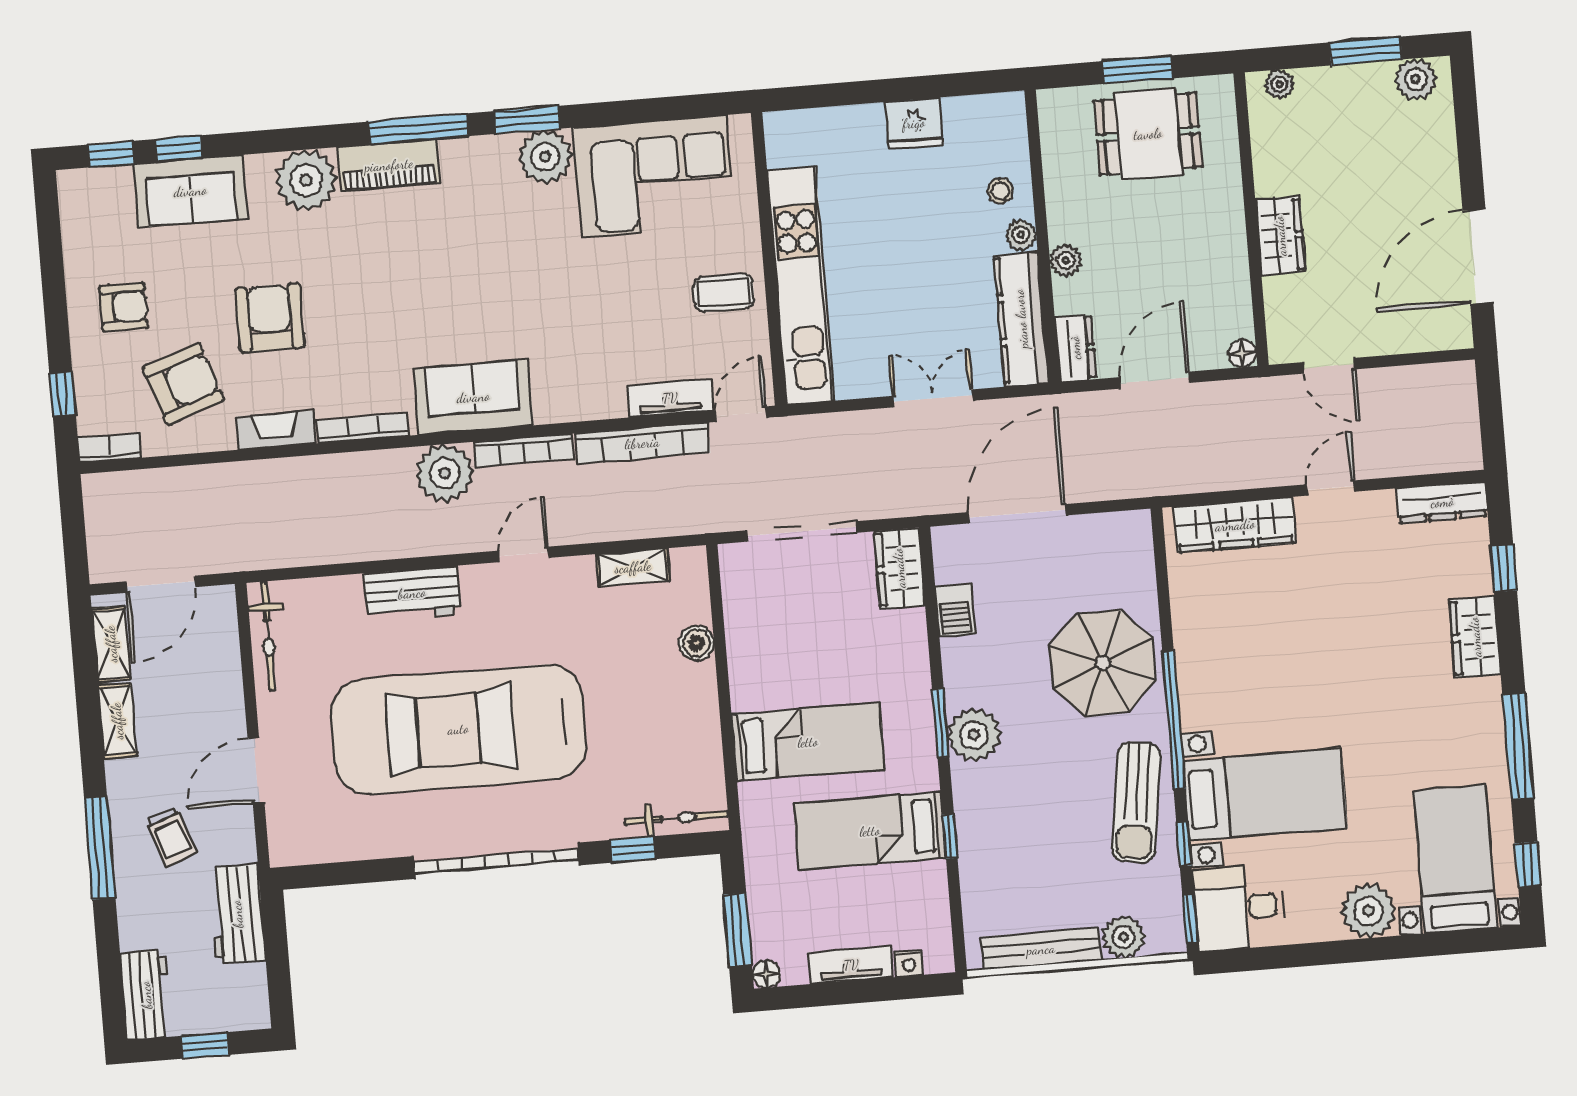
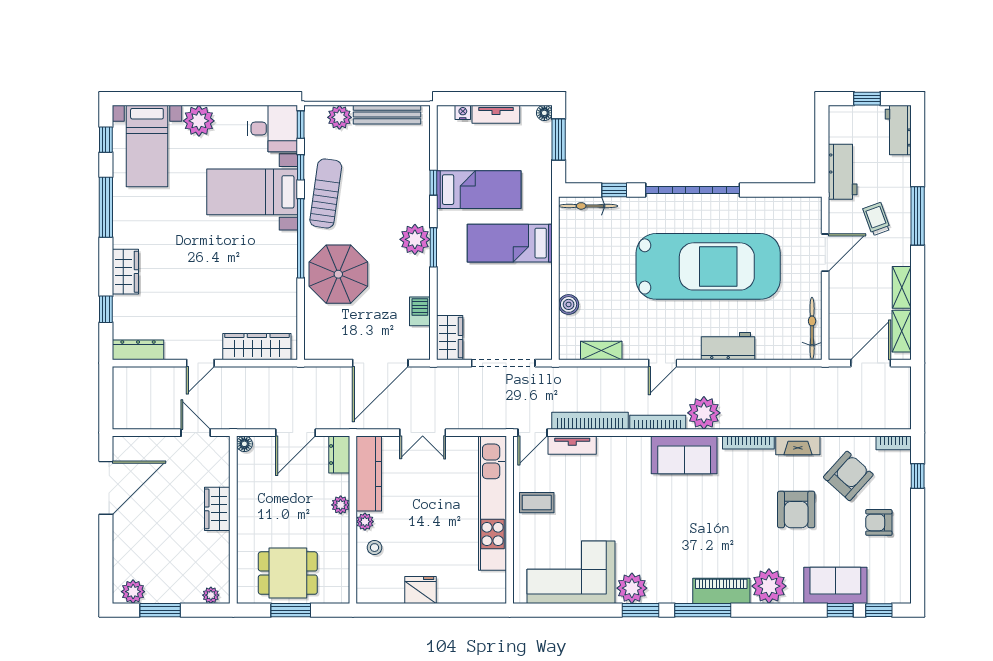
armchair: (184, 384) -> (848, 476), turned 151

